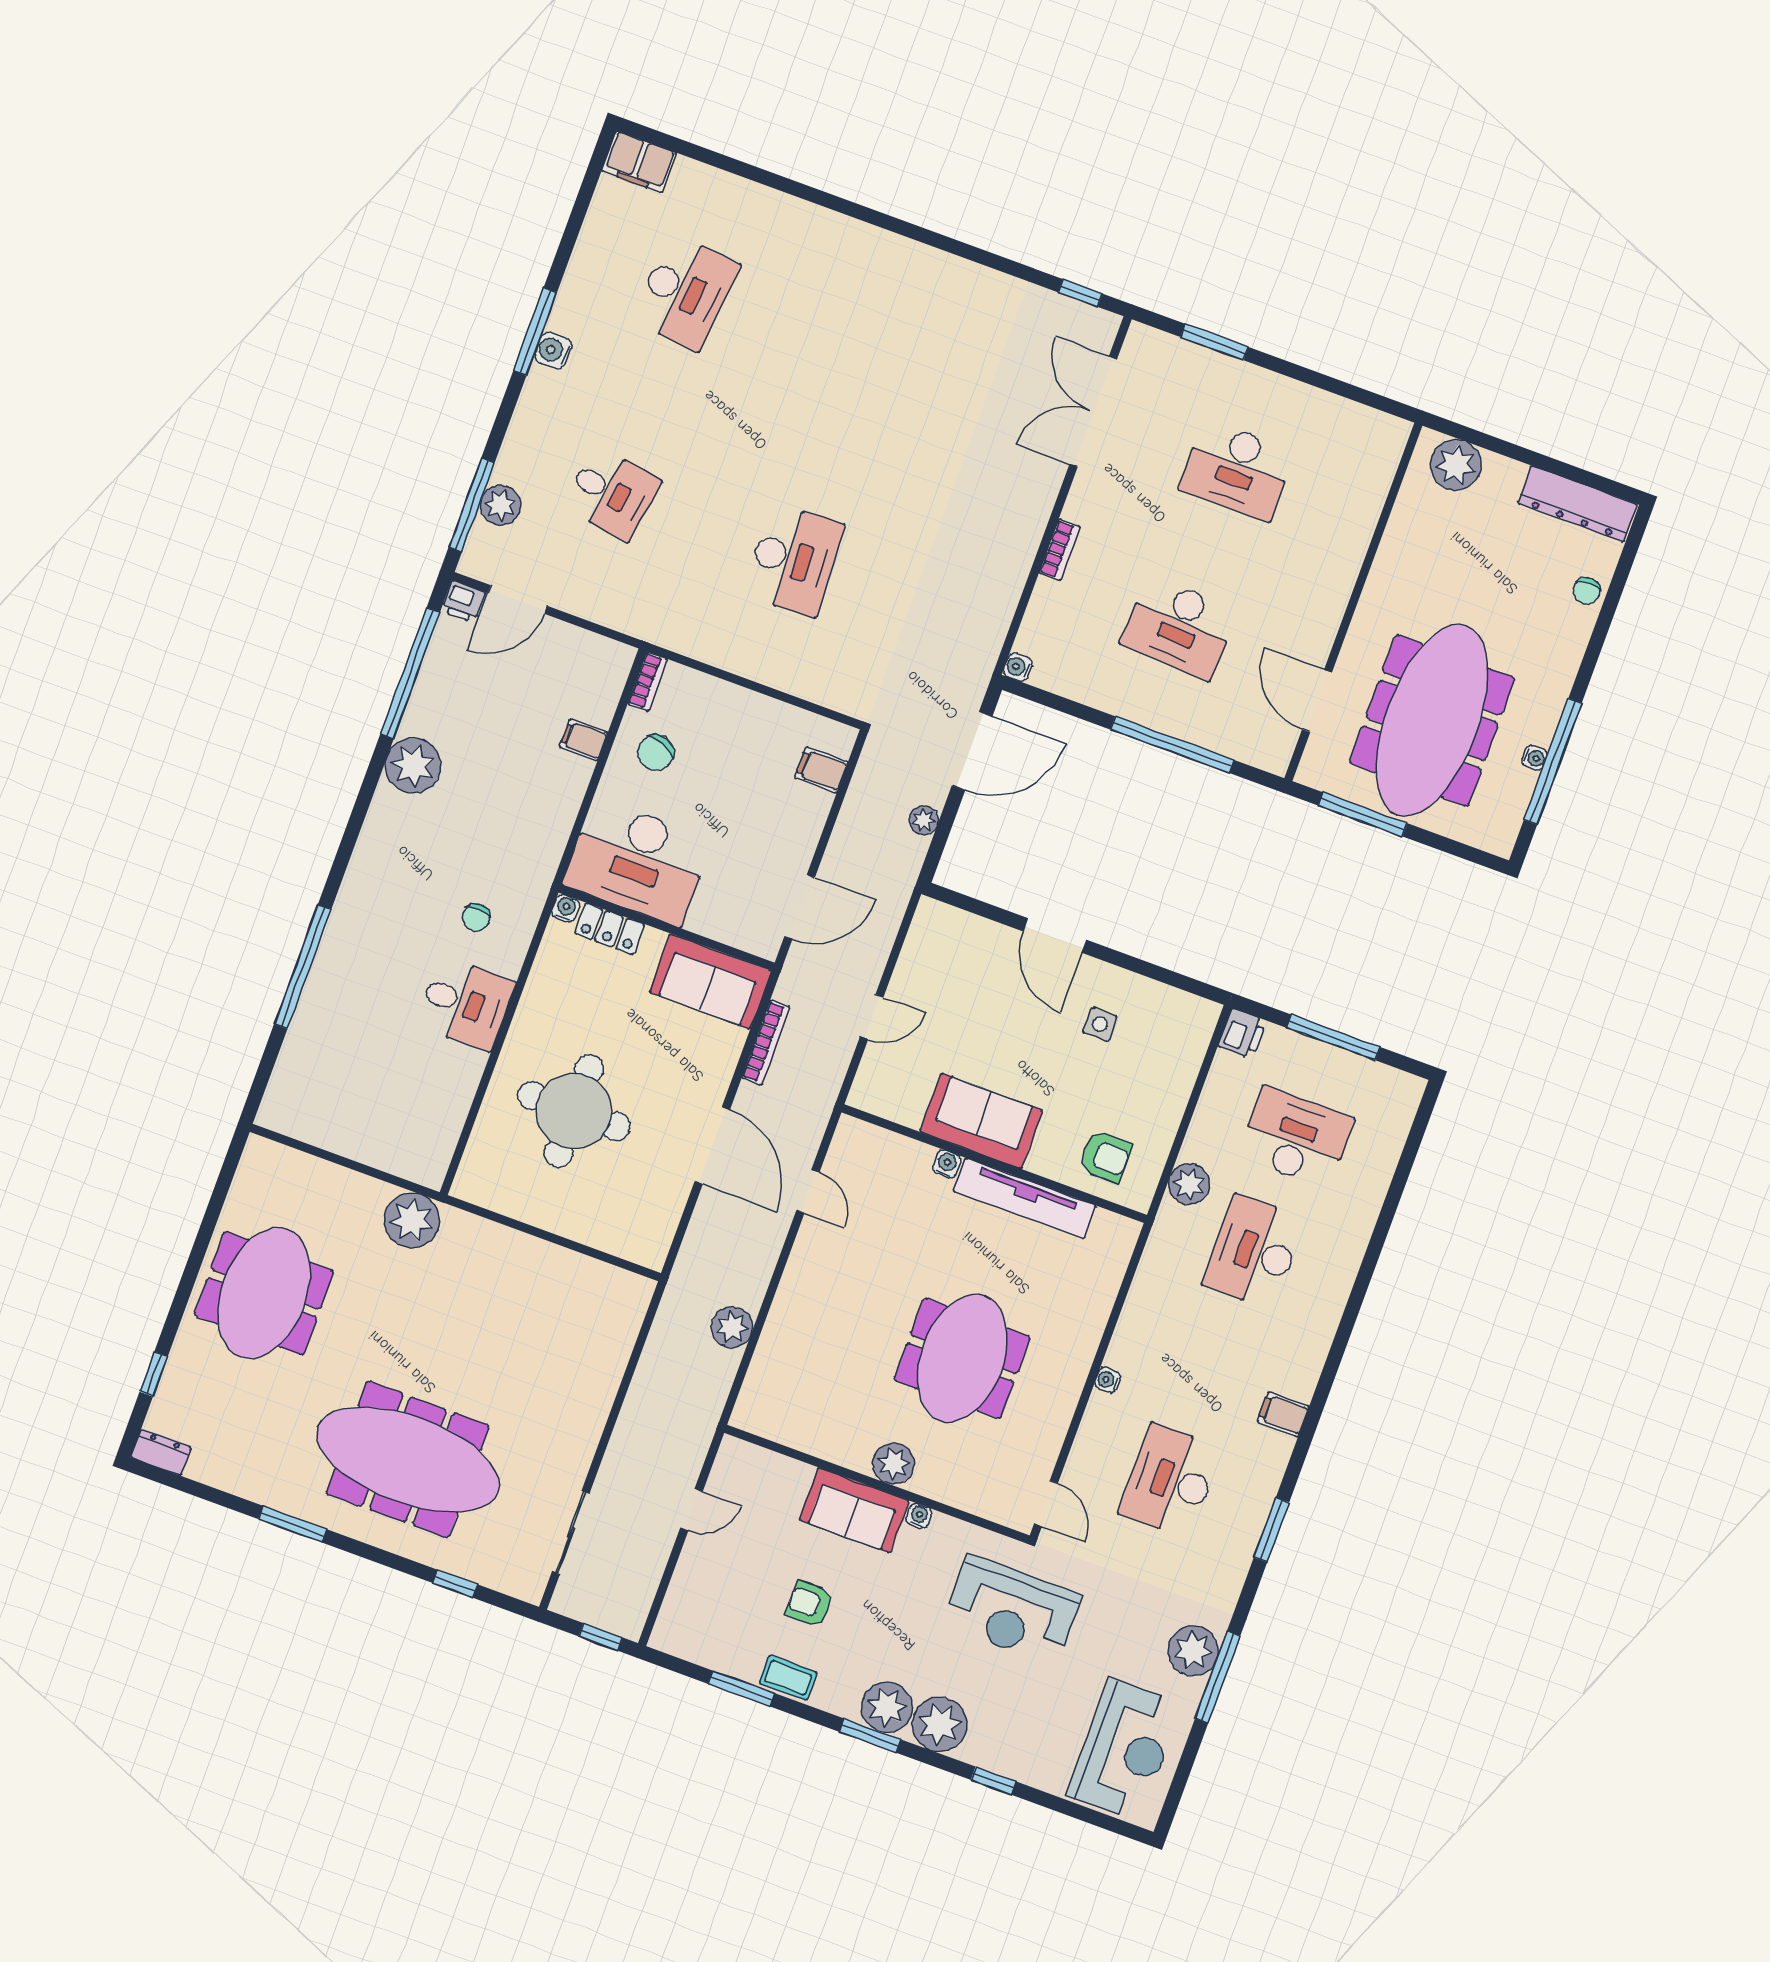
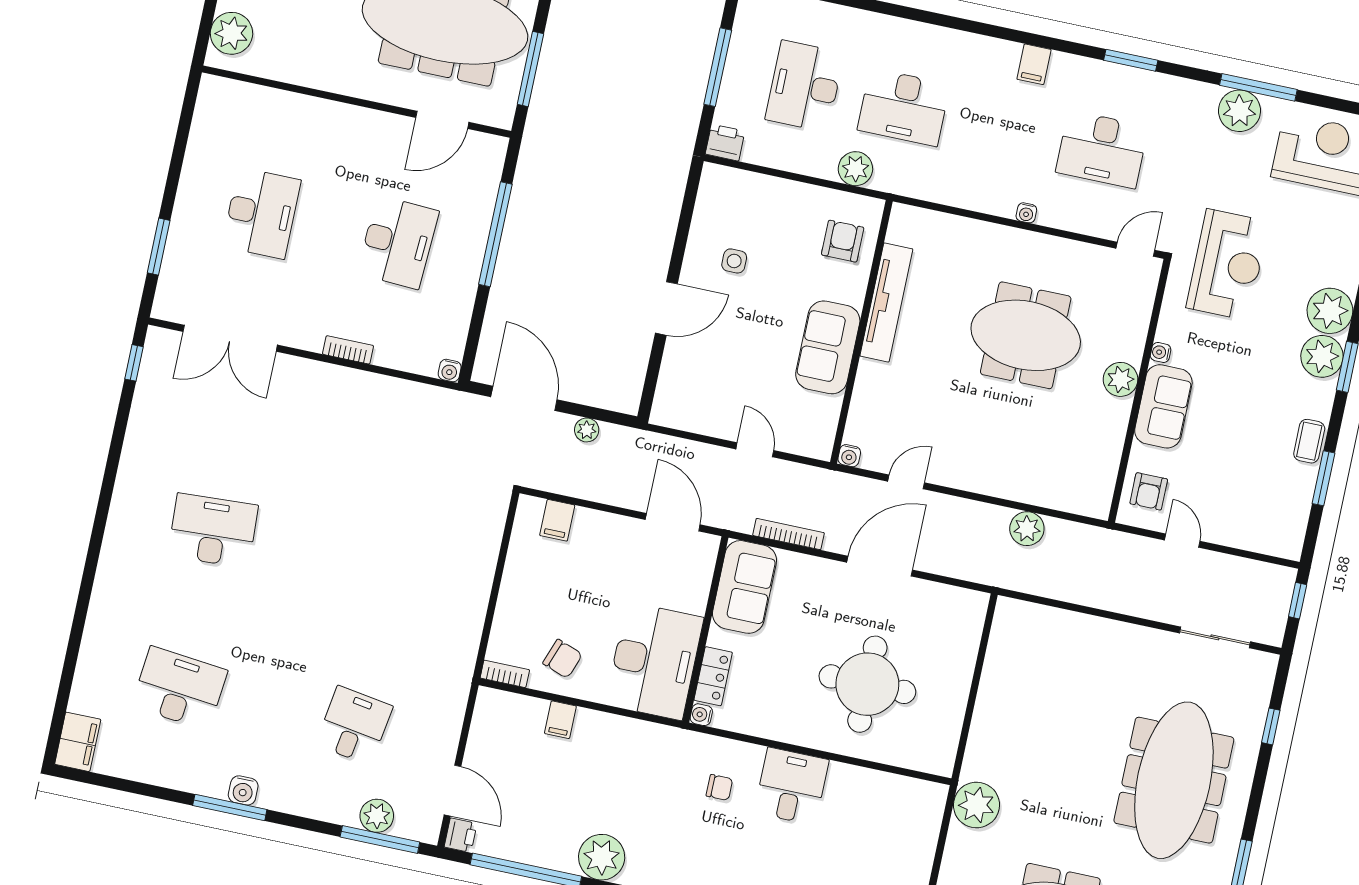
desk: (794, 560) -> (213, 531), moved
water cooler: (947, 1164) -> (849, 456), moved, turned -90
armchair: (809, 1604) -> (1149, 491), moved

